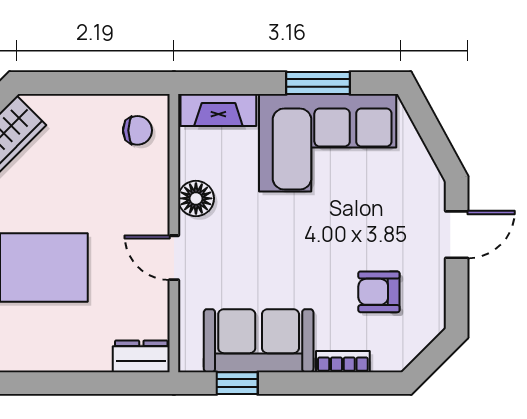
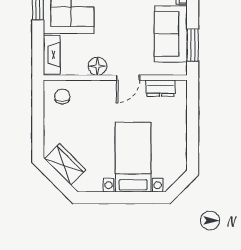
dresser: (141, 356) -> (160, 88), moved, turned -90
window: (237, 383) -> (193, 45), width x1.50

